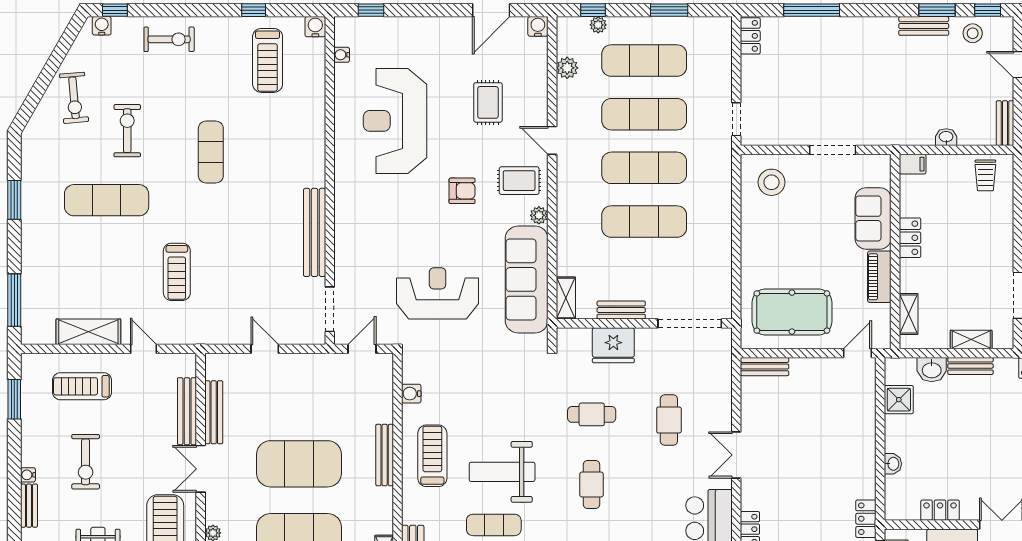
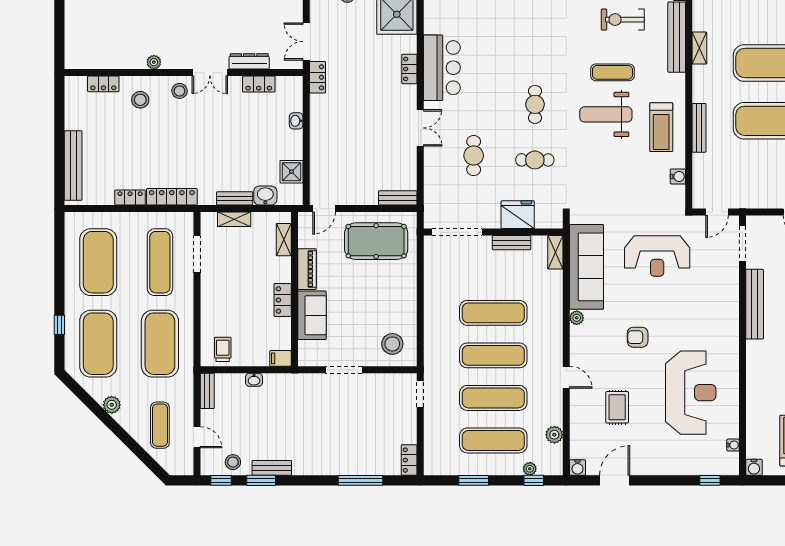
rug: (519, 181) -> (592, 345), removed
weight bench: (502, 472) -> (606, 114), turned 180

